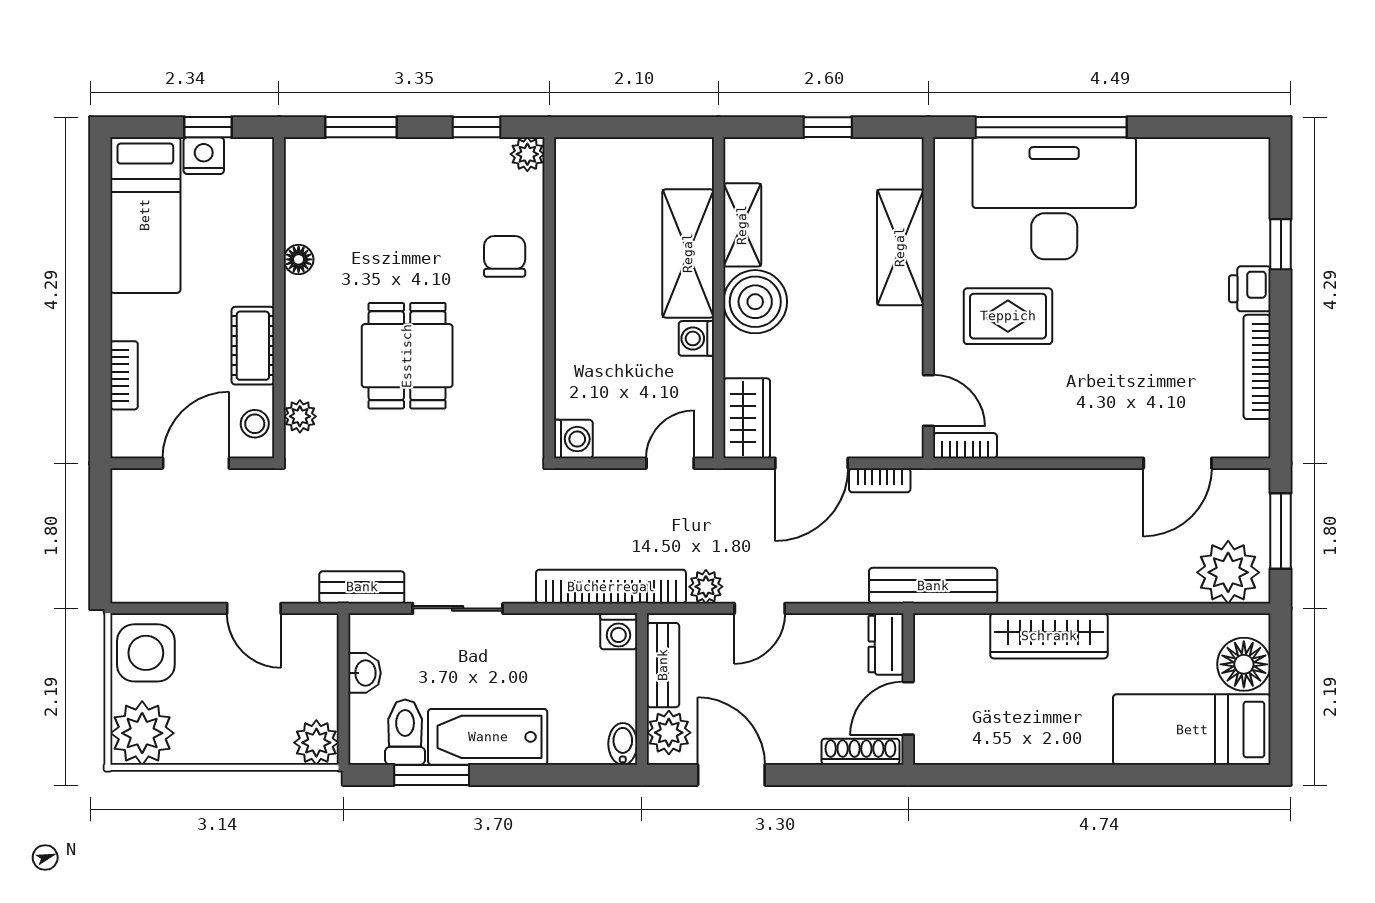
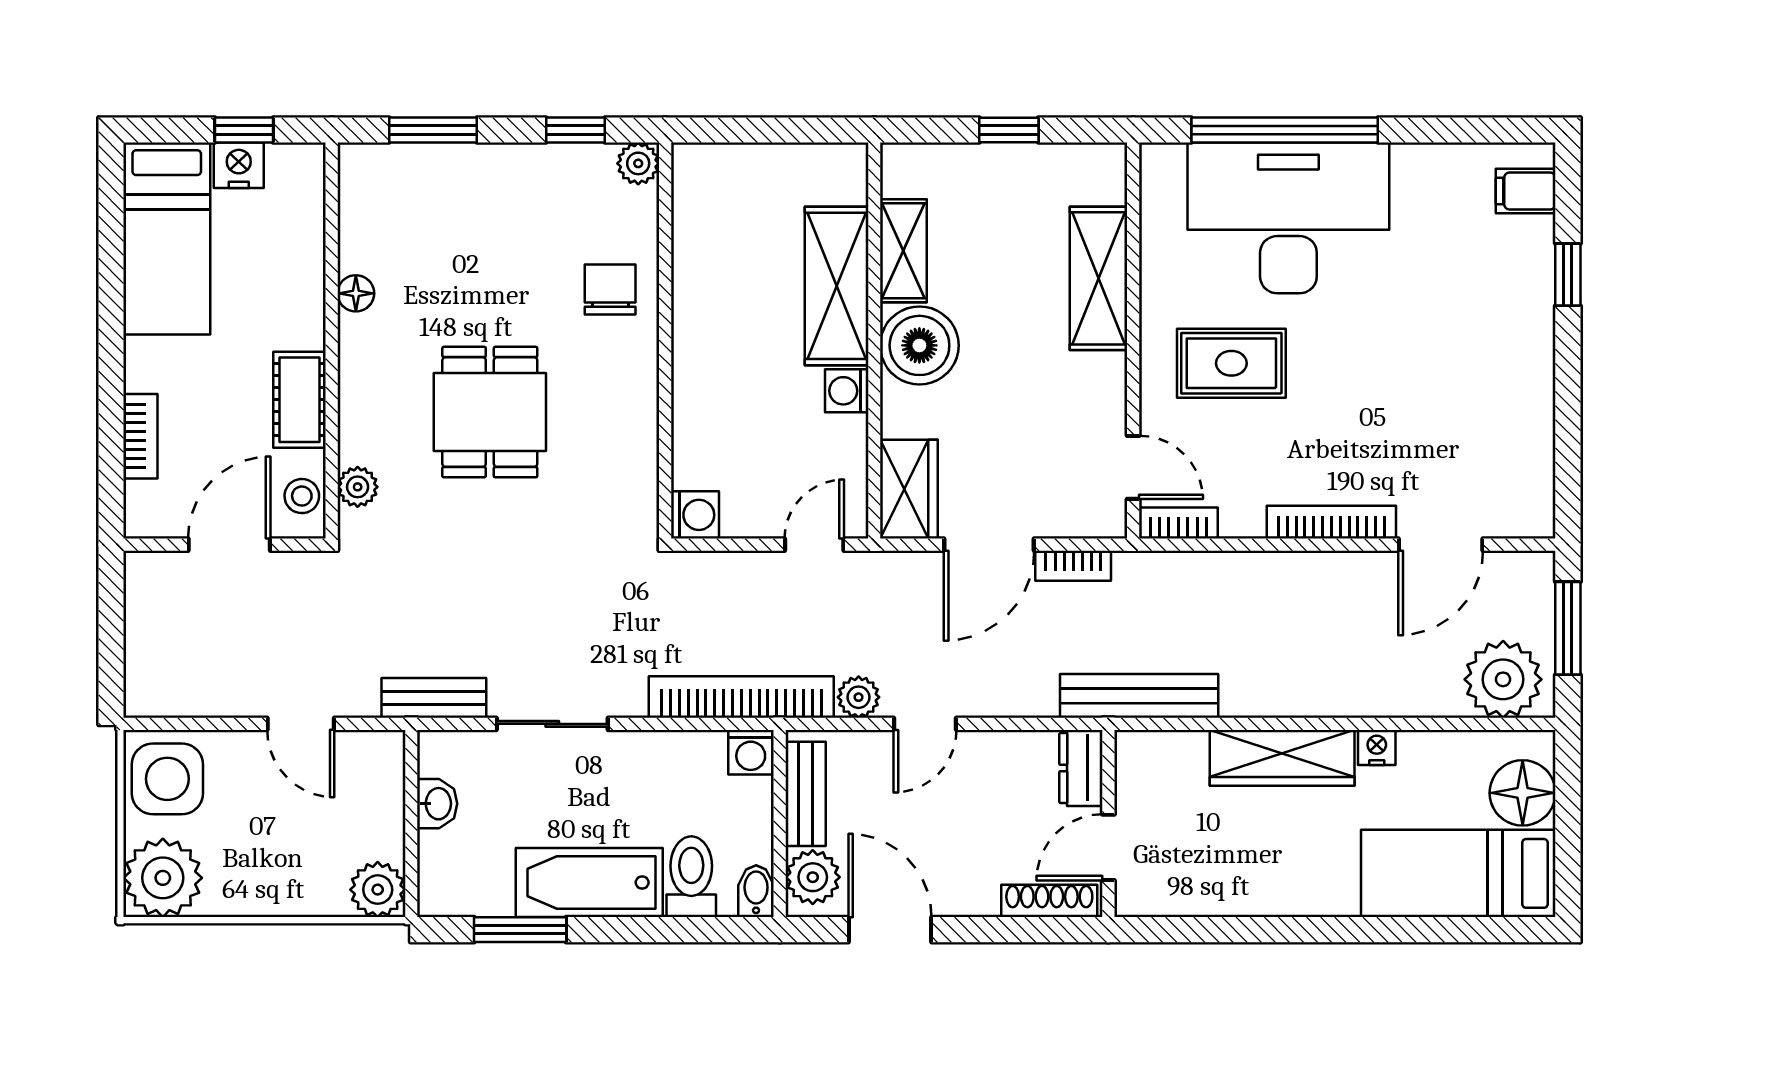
filing cabinet: (1246, 177) -> (1526, 191), added
printer: (1250, 289) -> (1530, 330), removed
bookcase: (1257, 367) -> (1331, 522), moved, turned 90
nightstand: (1126, 627) -> (1377, 747), added
toilet: (405, 732) -> (691, 877), moved

